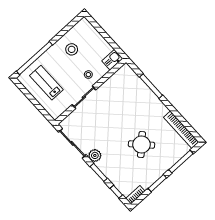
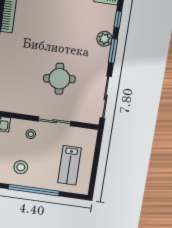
window: (34, 58) -> (34, 190), moved
round table: (142, 145) -> (59, 79), moved, turned 38
plant: (95, 155) -> (104, 39), moved

